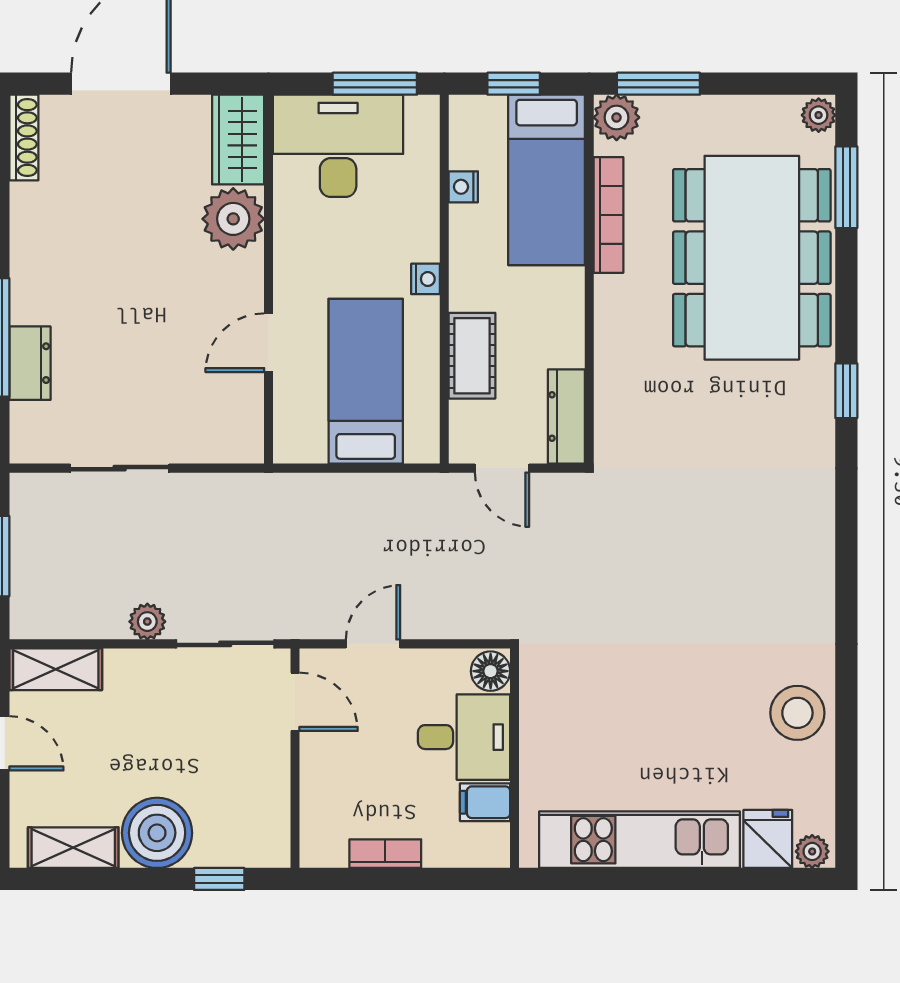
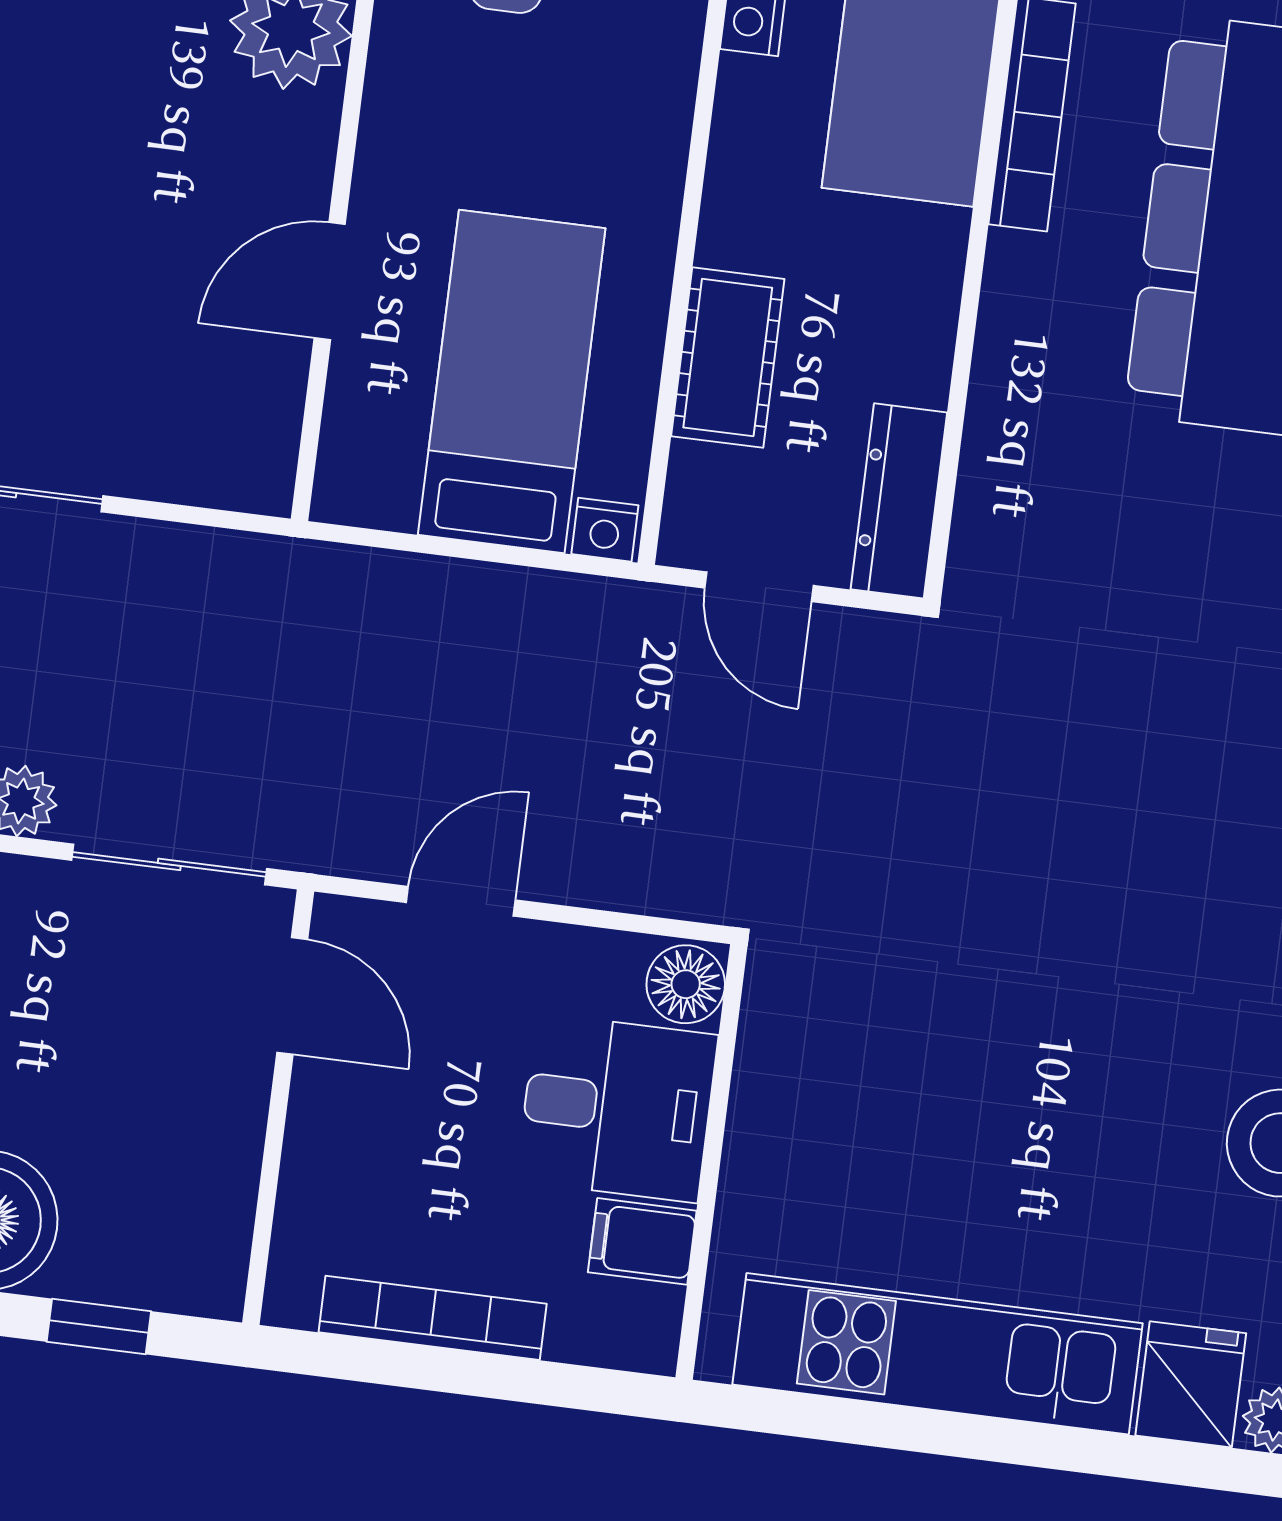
nightstand: (426, 279) -> (605, 530), moved, turned 90
bookcase: (385, 854) -> (433, 1318), width x1.56

